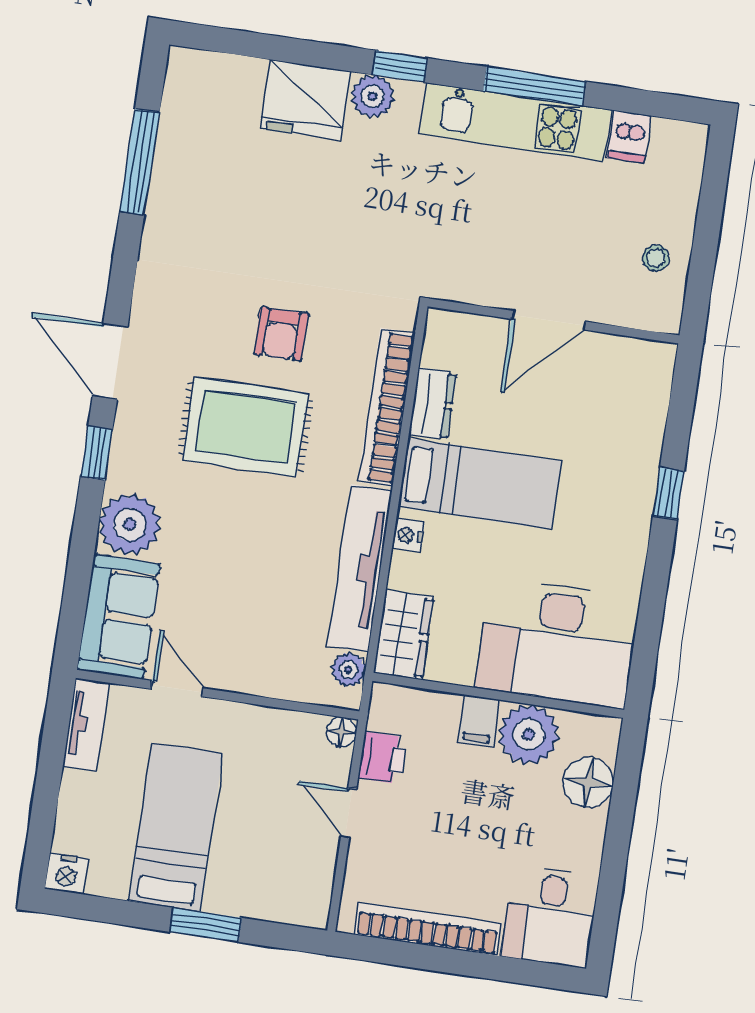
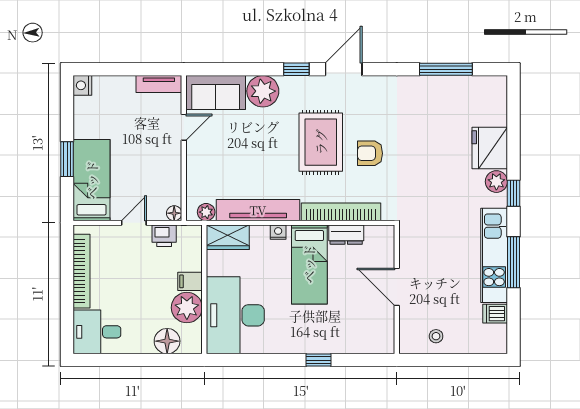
bed: (176, 827) -> (92, 180), moved, turned -90

